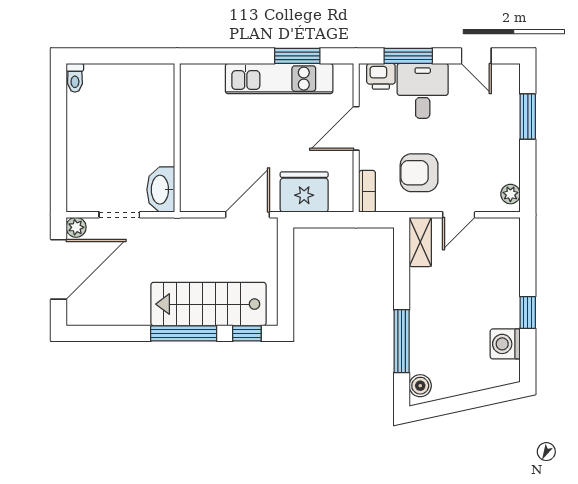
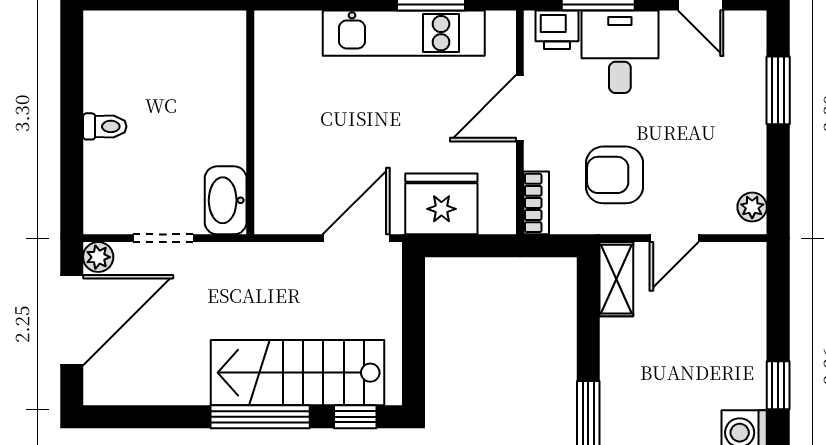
toilet: (75, 78) -> (105, 126), moved, turned -90

